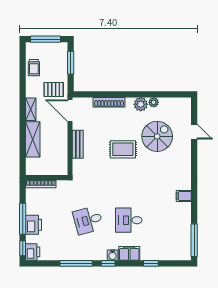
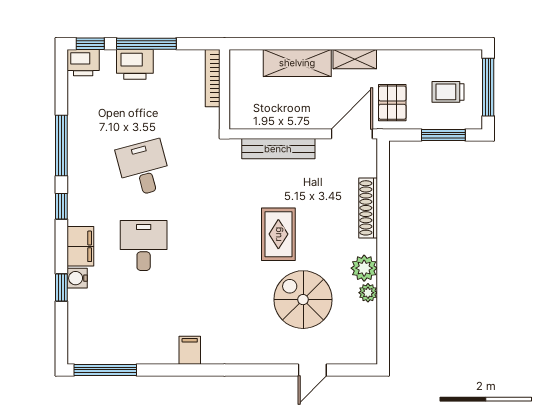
trolley: (34, 68) -> (448, 92), moved
spiral stairs: (157, 136) -> (303, 300), turned 180
bench: (78, 144) -> (278, 149), width x1.36
water cooler: (113, 255) -> (77, 278), moved

